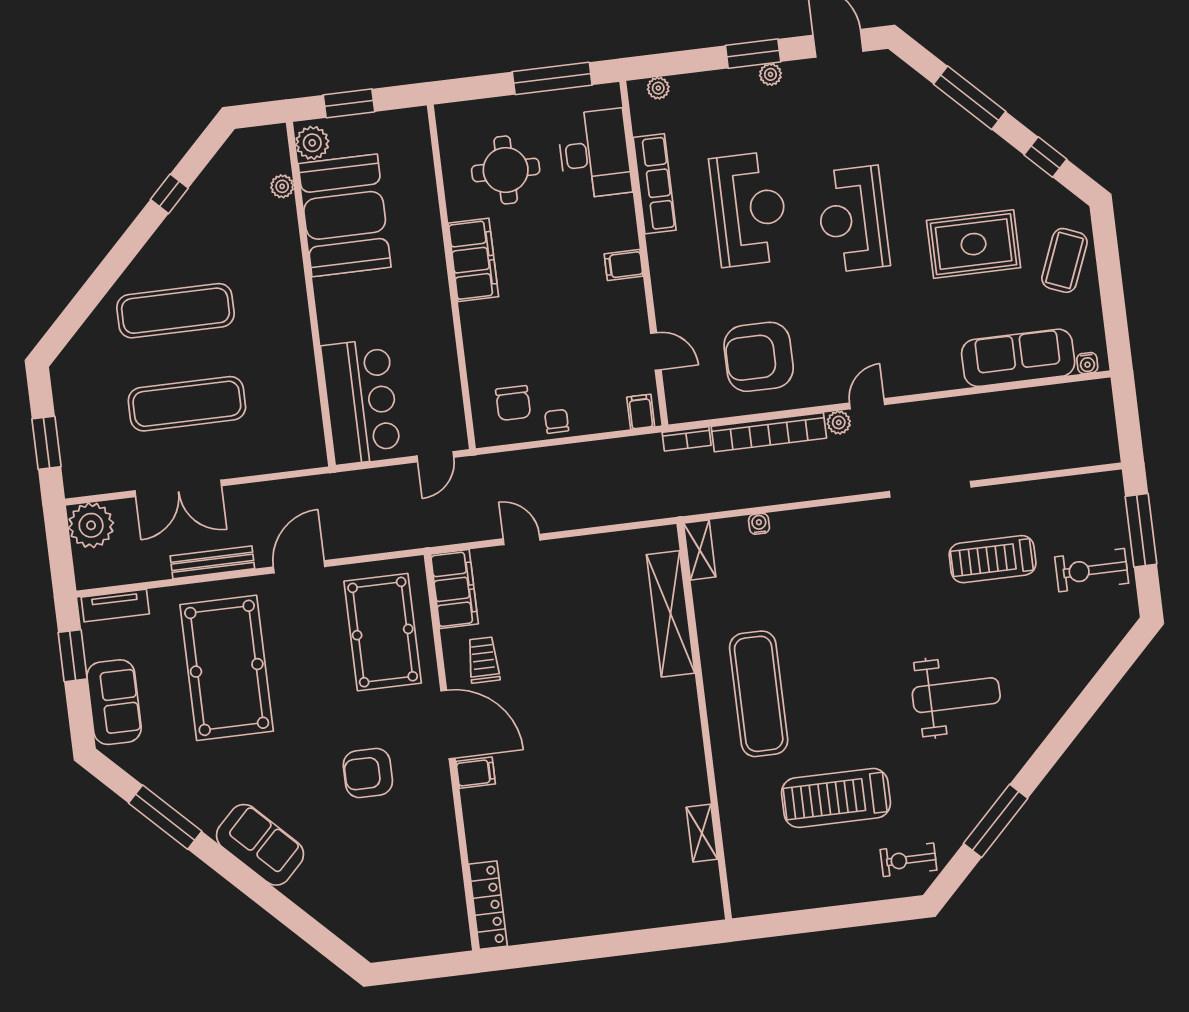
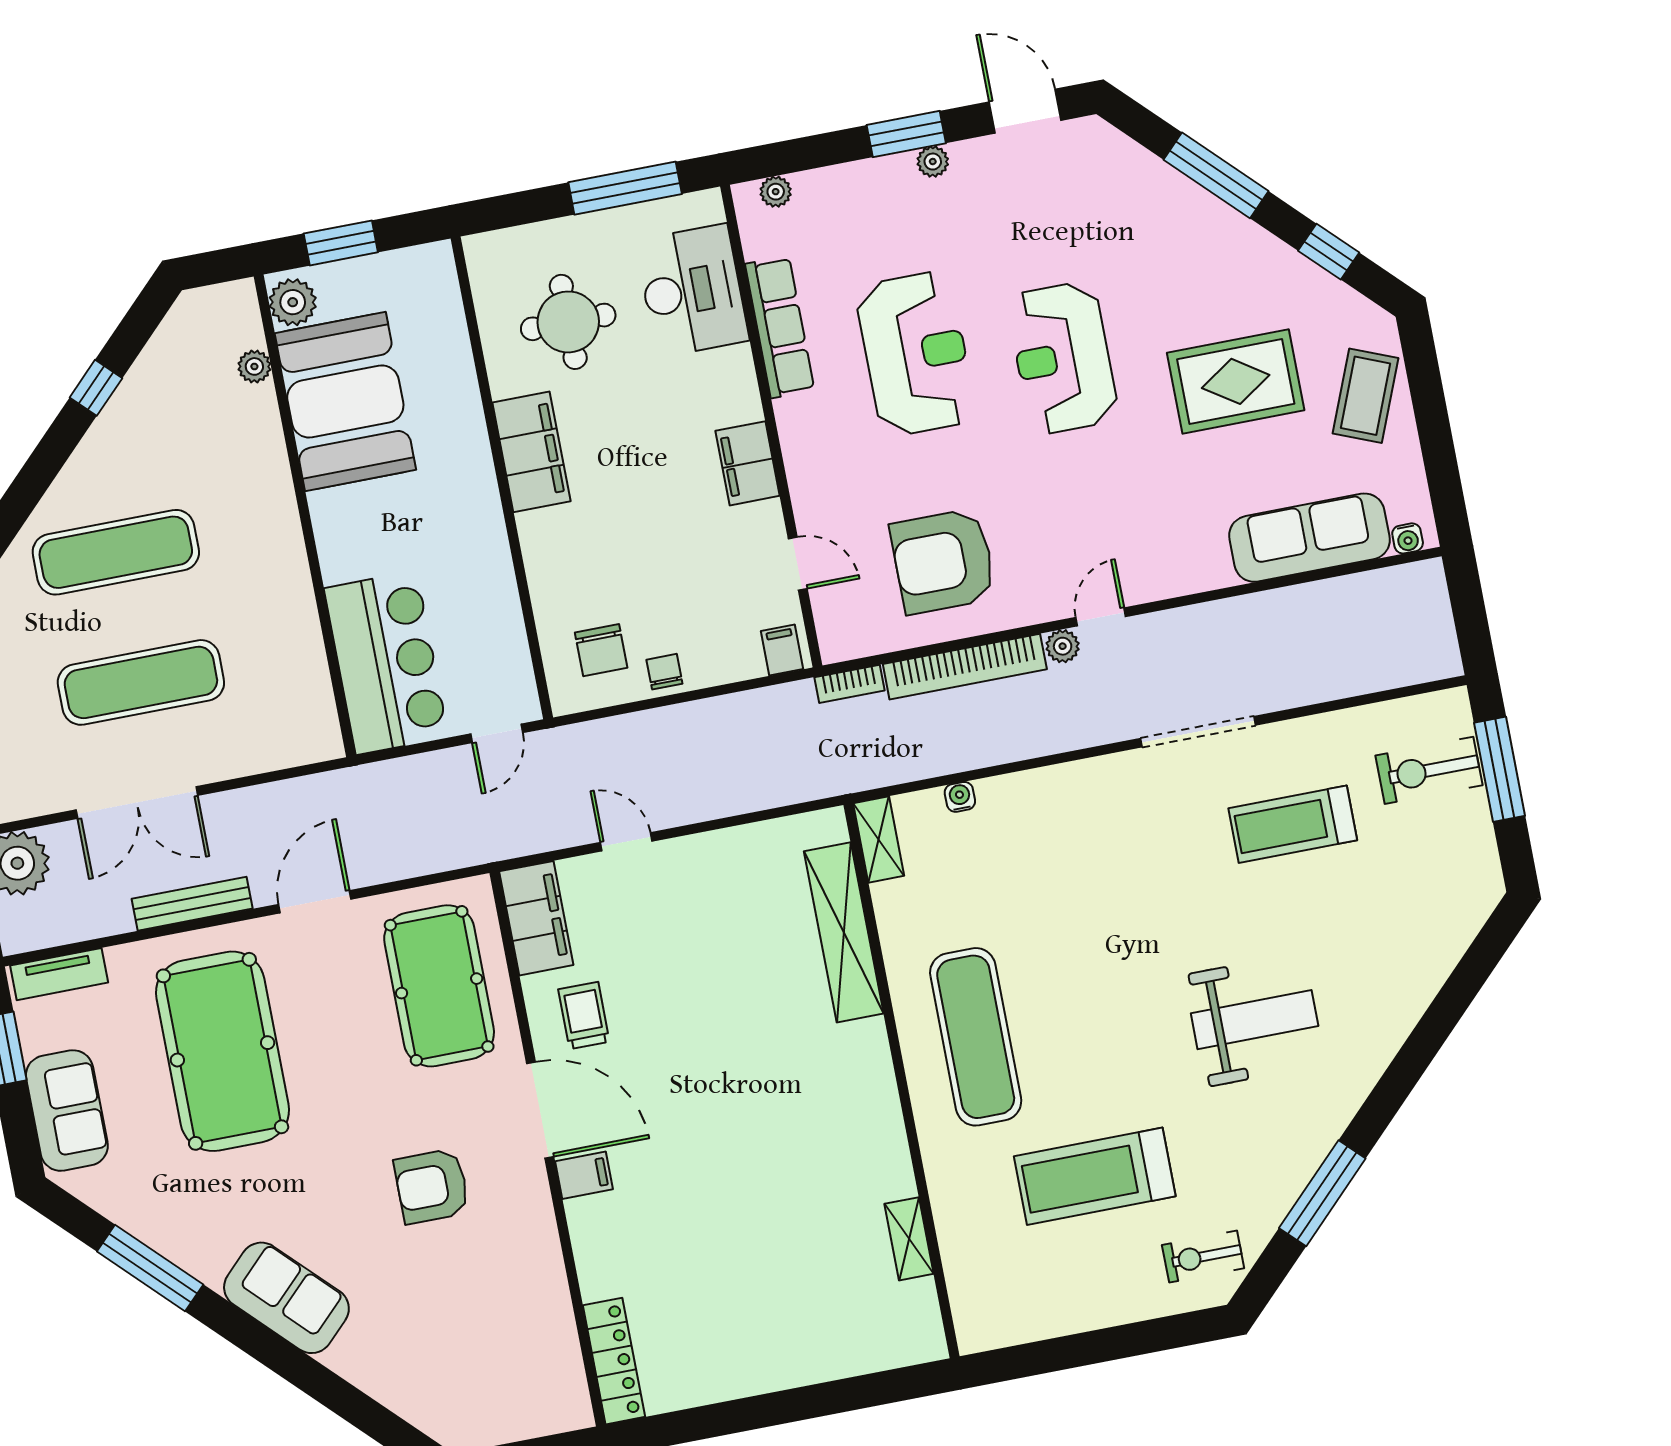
filing cabinet: (624, 265) -> (748, 463), width x2.00
exercise bike: (1092, 570) -> (1429, 770), moved

